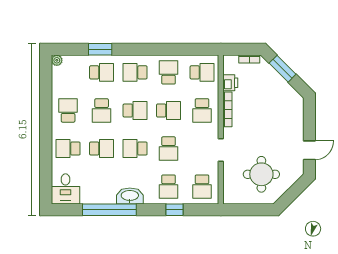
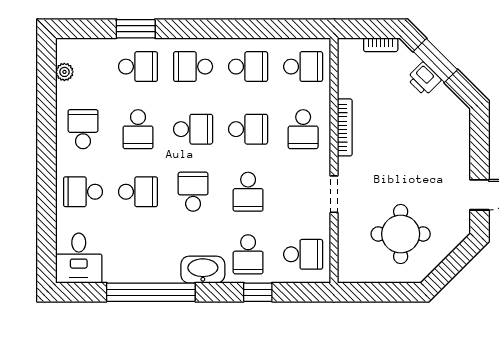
plant: (57, 60) -> (64, 72), moved
school desk: (169, 72) -> (248, 67), turned 90
printer: (230, 83) -> (424, 79), moved, turned 135
school desk: (135, 149) -> (193, 192), turned 90
school desk: (202, 187) -> (303, 254), turned -90
washbasin: (130, 196) -> (203, 270), moved

